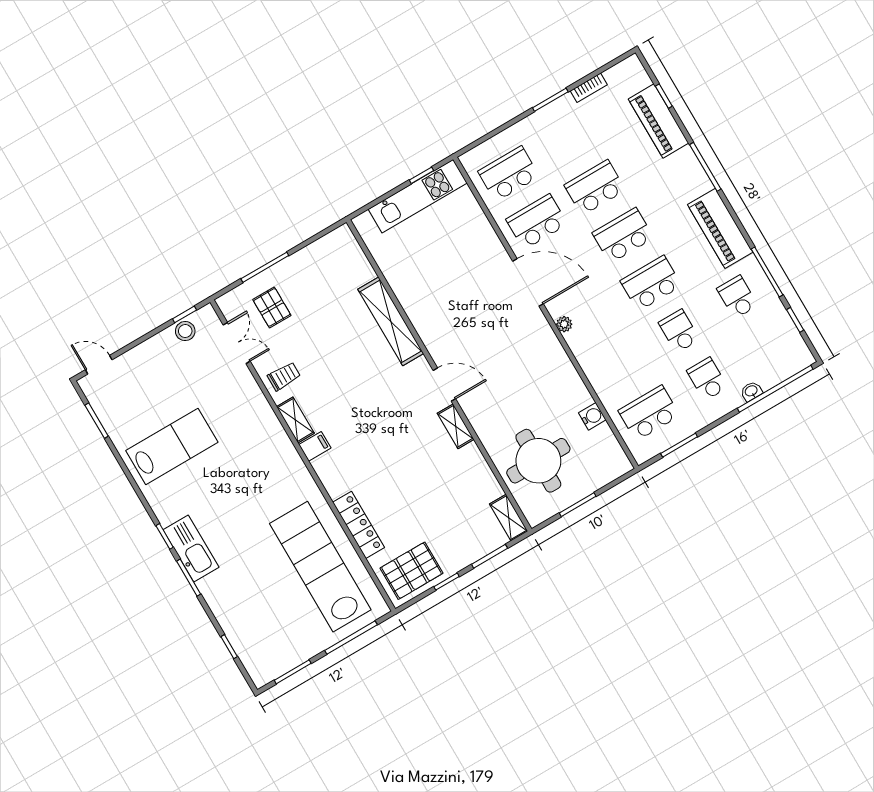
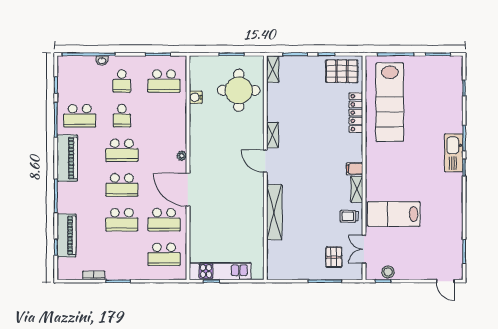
school desk: (737, 297) -> (80, 116), width x1.85
lab bench: (172, 446) -> (394, 214), moved

